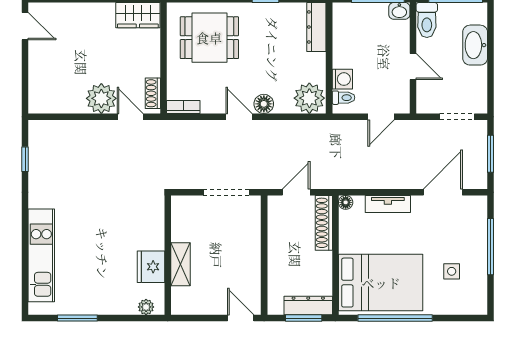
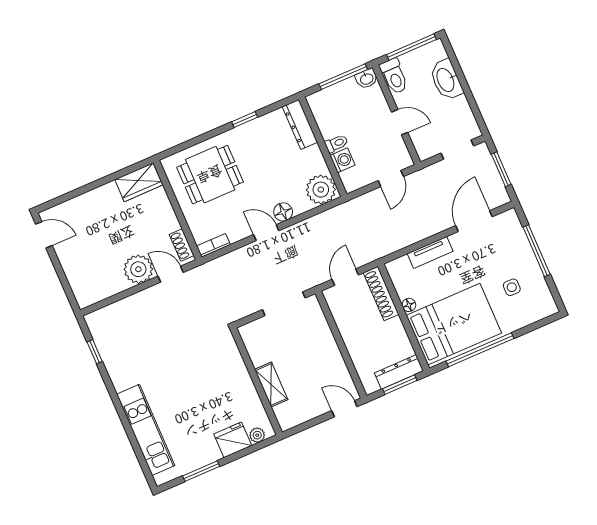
toilet: (343, 98) -> (336, 143), moved
floor lamp: (346, 202) -> (409, 305), moved
fridge: (151, 267) -> (233, 440), moved, turned 90

